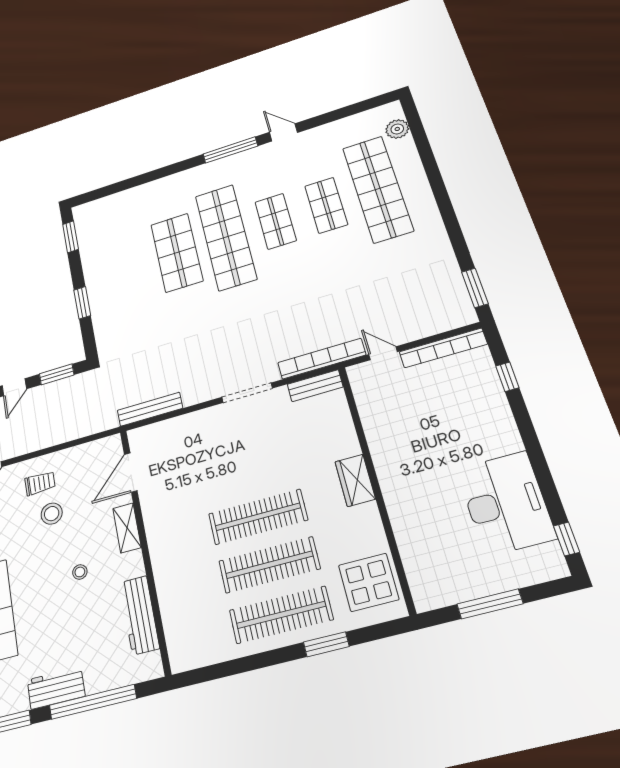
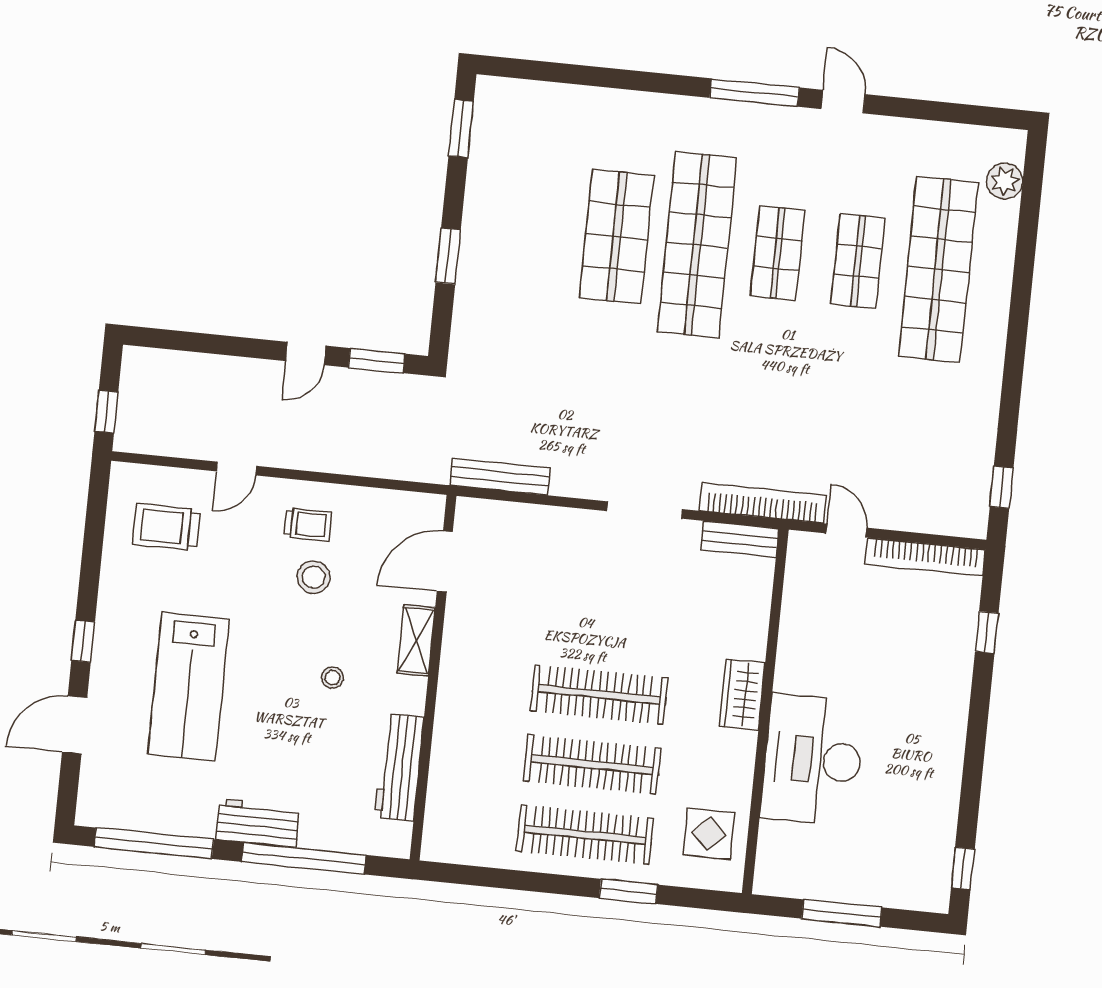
window: (475, 288) -> (1002, 487), width x0.67
desk: (506, 503) -> (813, 760), moved, turned 180
display table: (369, 582) -> (709, 834), width x0.73, depth x0.73

